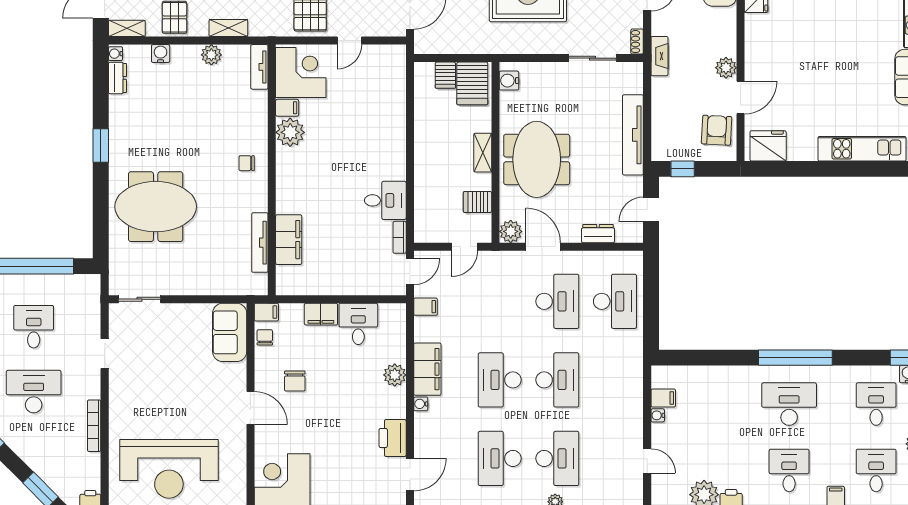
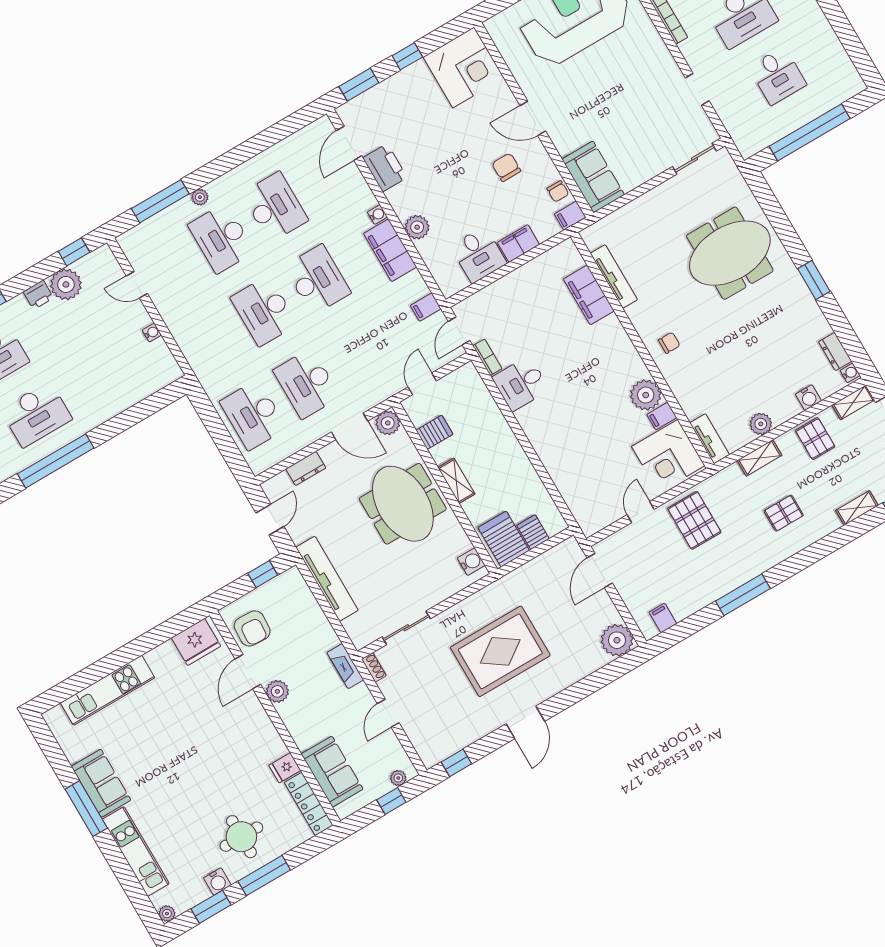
filing cabinet: (663, 398) -> (156, 352), removed

